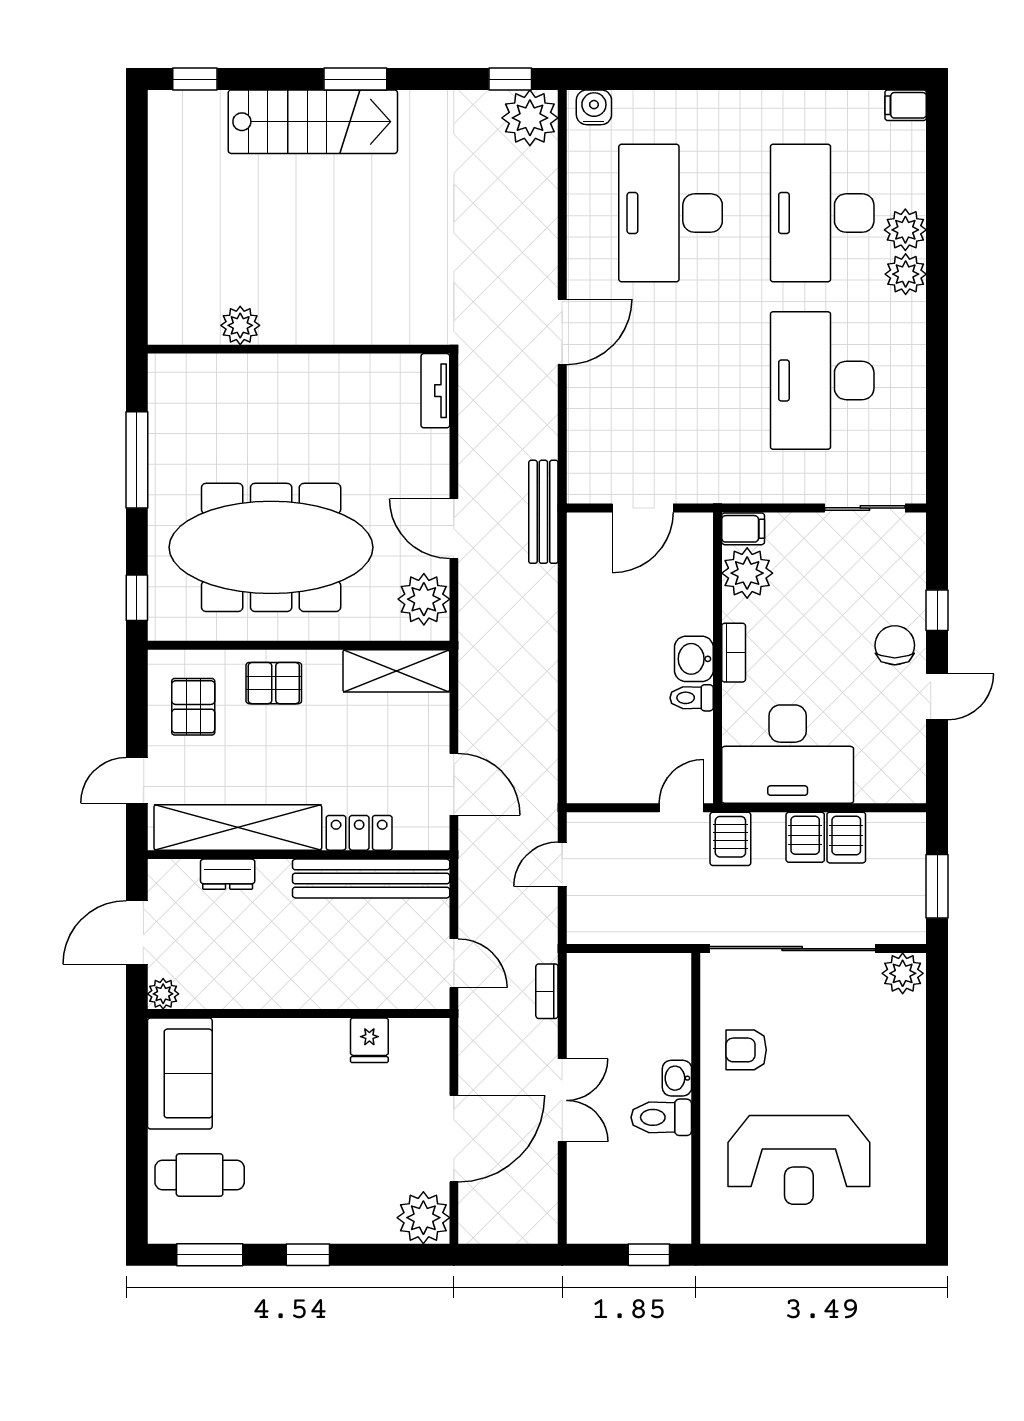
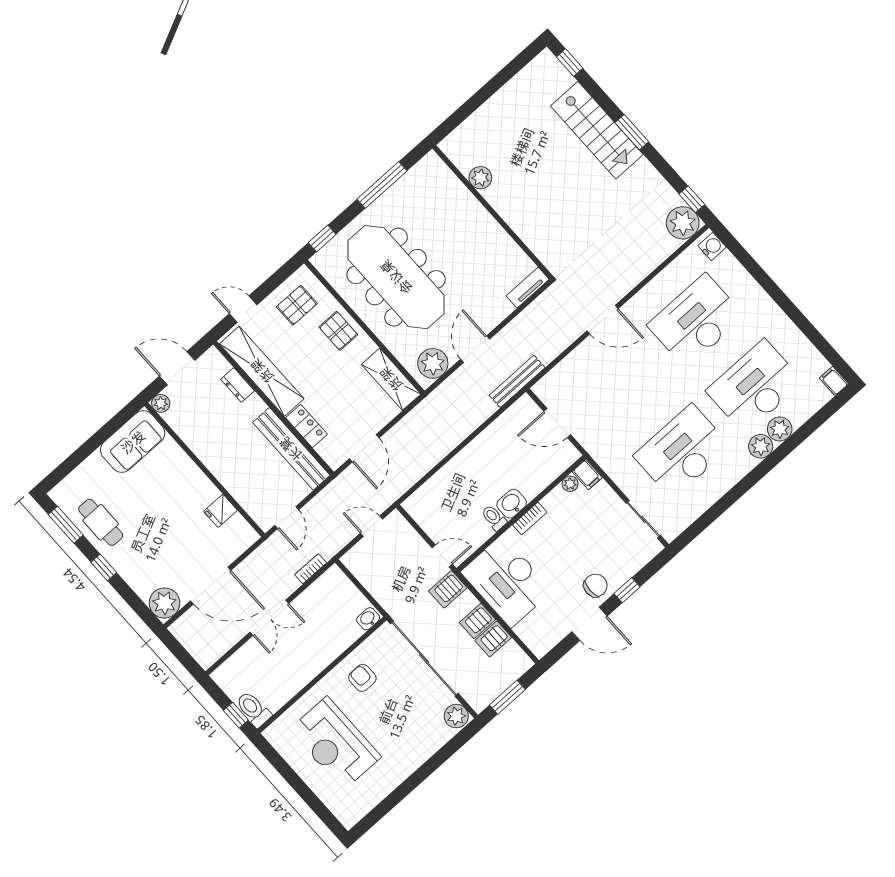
plant: (747, 573) -> (570, 484), width x0.53, depth x0.53
door: (937, 697) -> (589, 624), width x1.38
washbasin: (677, 1078) -> (368, 619), moved
toilet: (661, 1117) -> (253, 709), moved
cafe table: (200, 1175) -> (101, 522), moved

